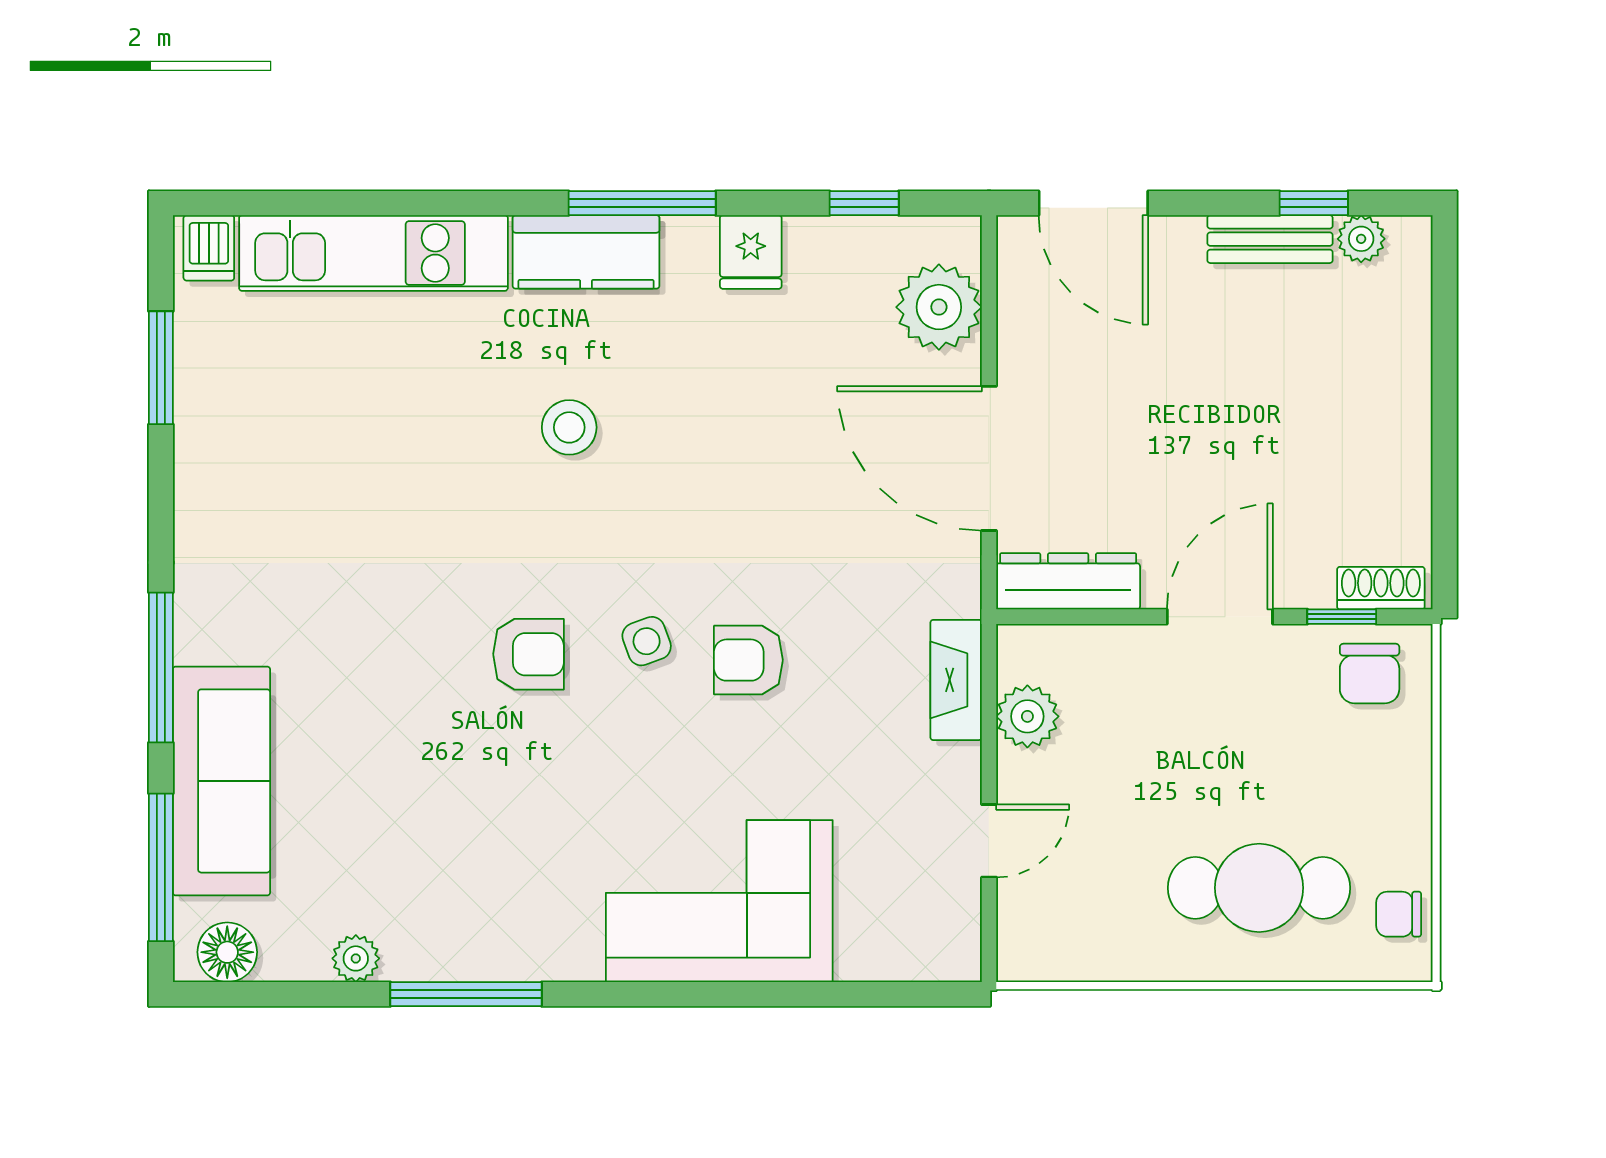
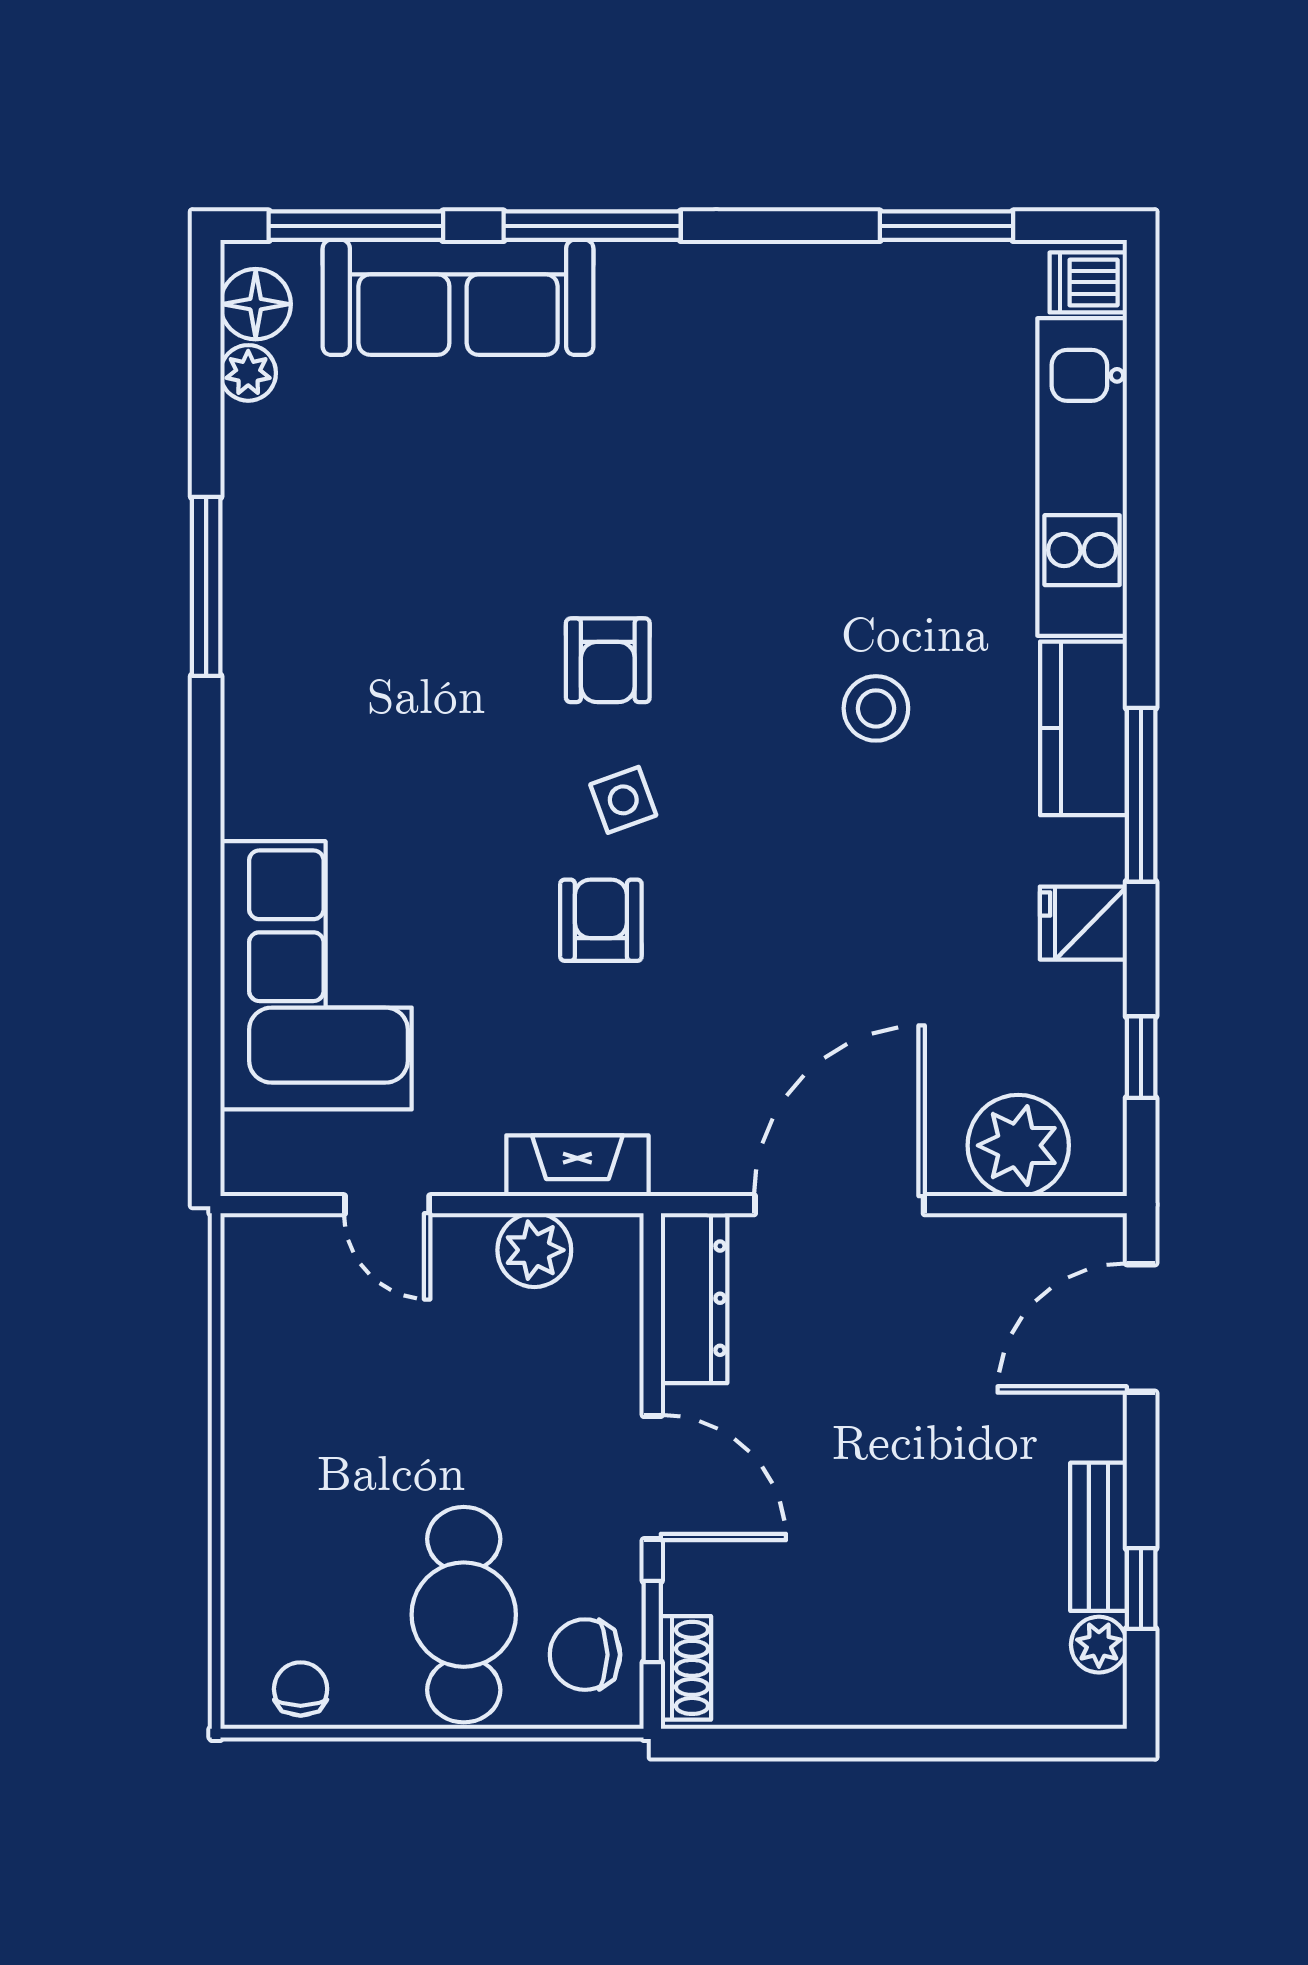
cafe table: (1259, 888) -> (464, 1615), moved
corner sofa: (719, 901) -> (316, 975), moved
plant: (356, 958) -> (248, 373), moved

